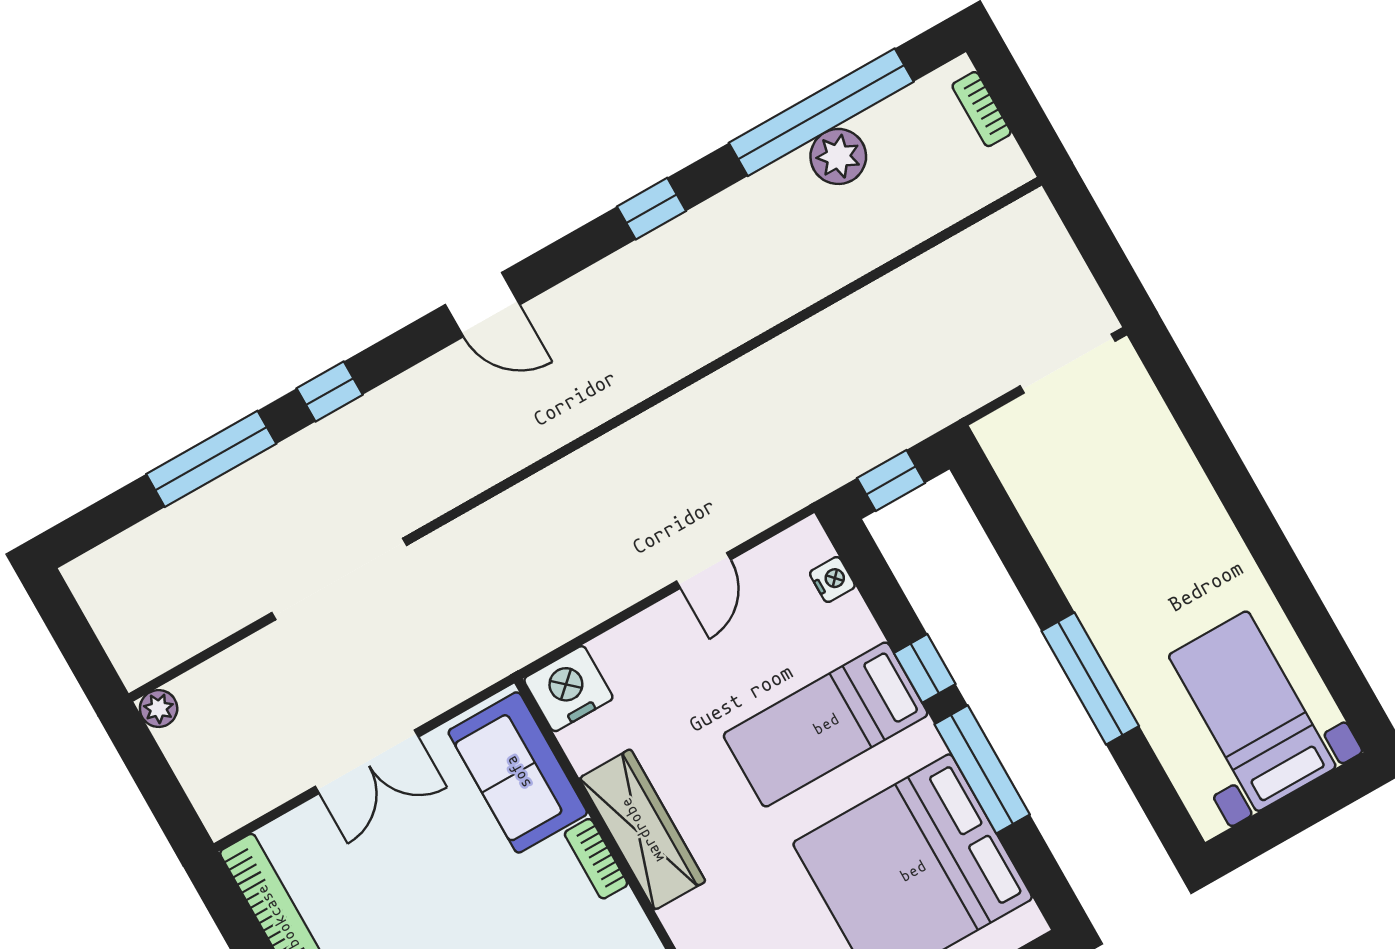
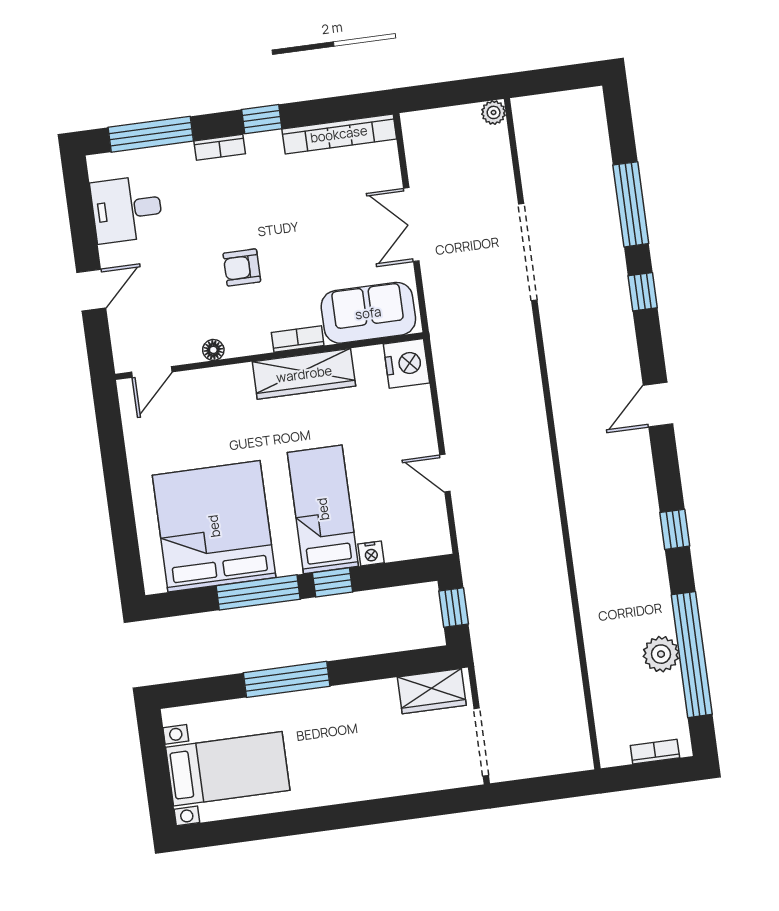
wardrobe: (1023, 464) -> (432, 691), added
nightstand: (832, 579) -> (371, 553), moved

